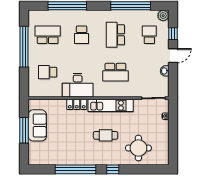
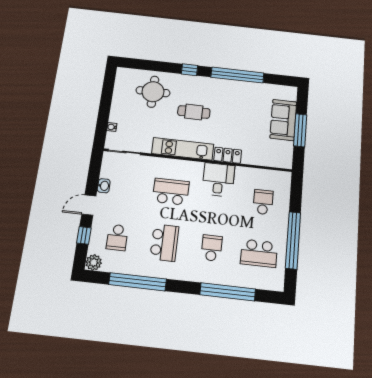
school desk: (48, 72) -> (263, 202), turned -90
desk: (78, 85) -> (218, 180), width x0.73
sofa: (37, 125) -> (283, 120), moved

